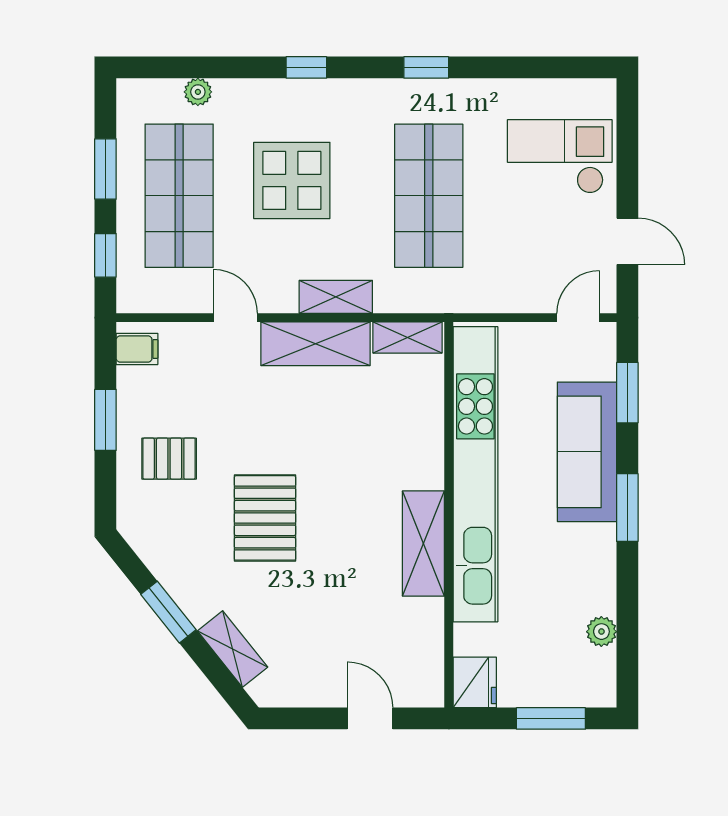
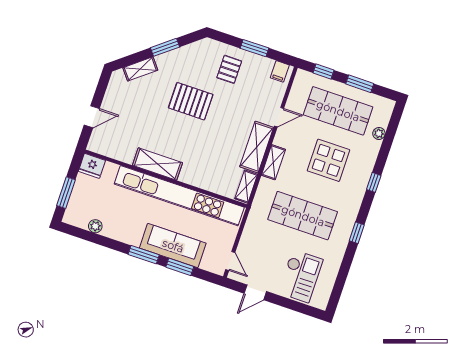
window: (627, 393) -> (180, 267), moved

